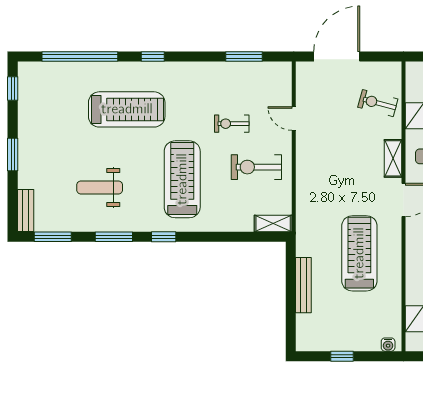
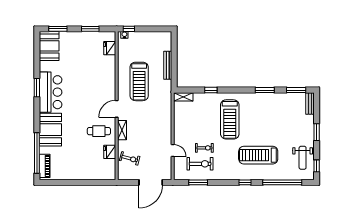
exercise bike: (256, 167) -> (200, 164), moved
weight bench: (100, 187) -> (303, 158), moved, turned 90
window: (164, 237) -> (211, 90), moved
window: (342, 356) -> (129, 29), moved

